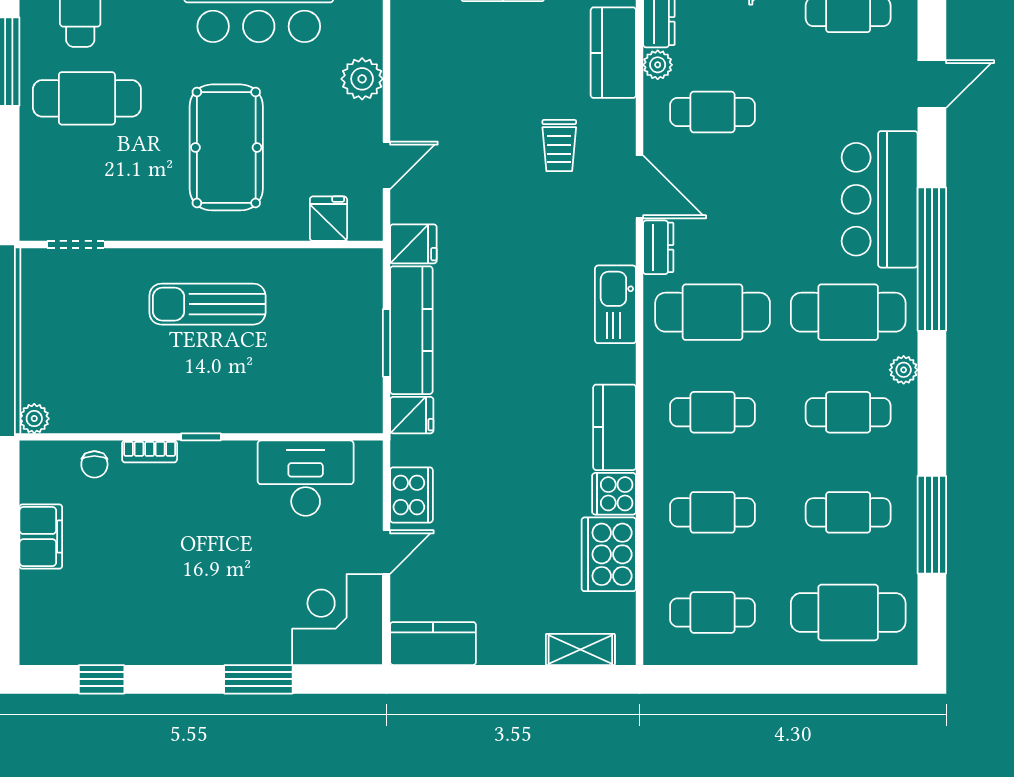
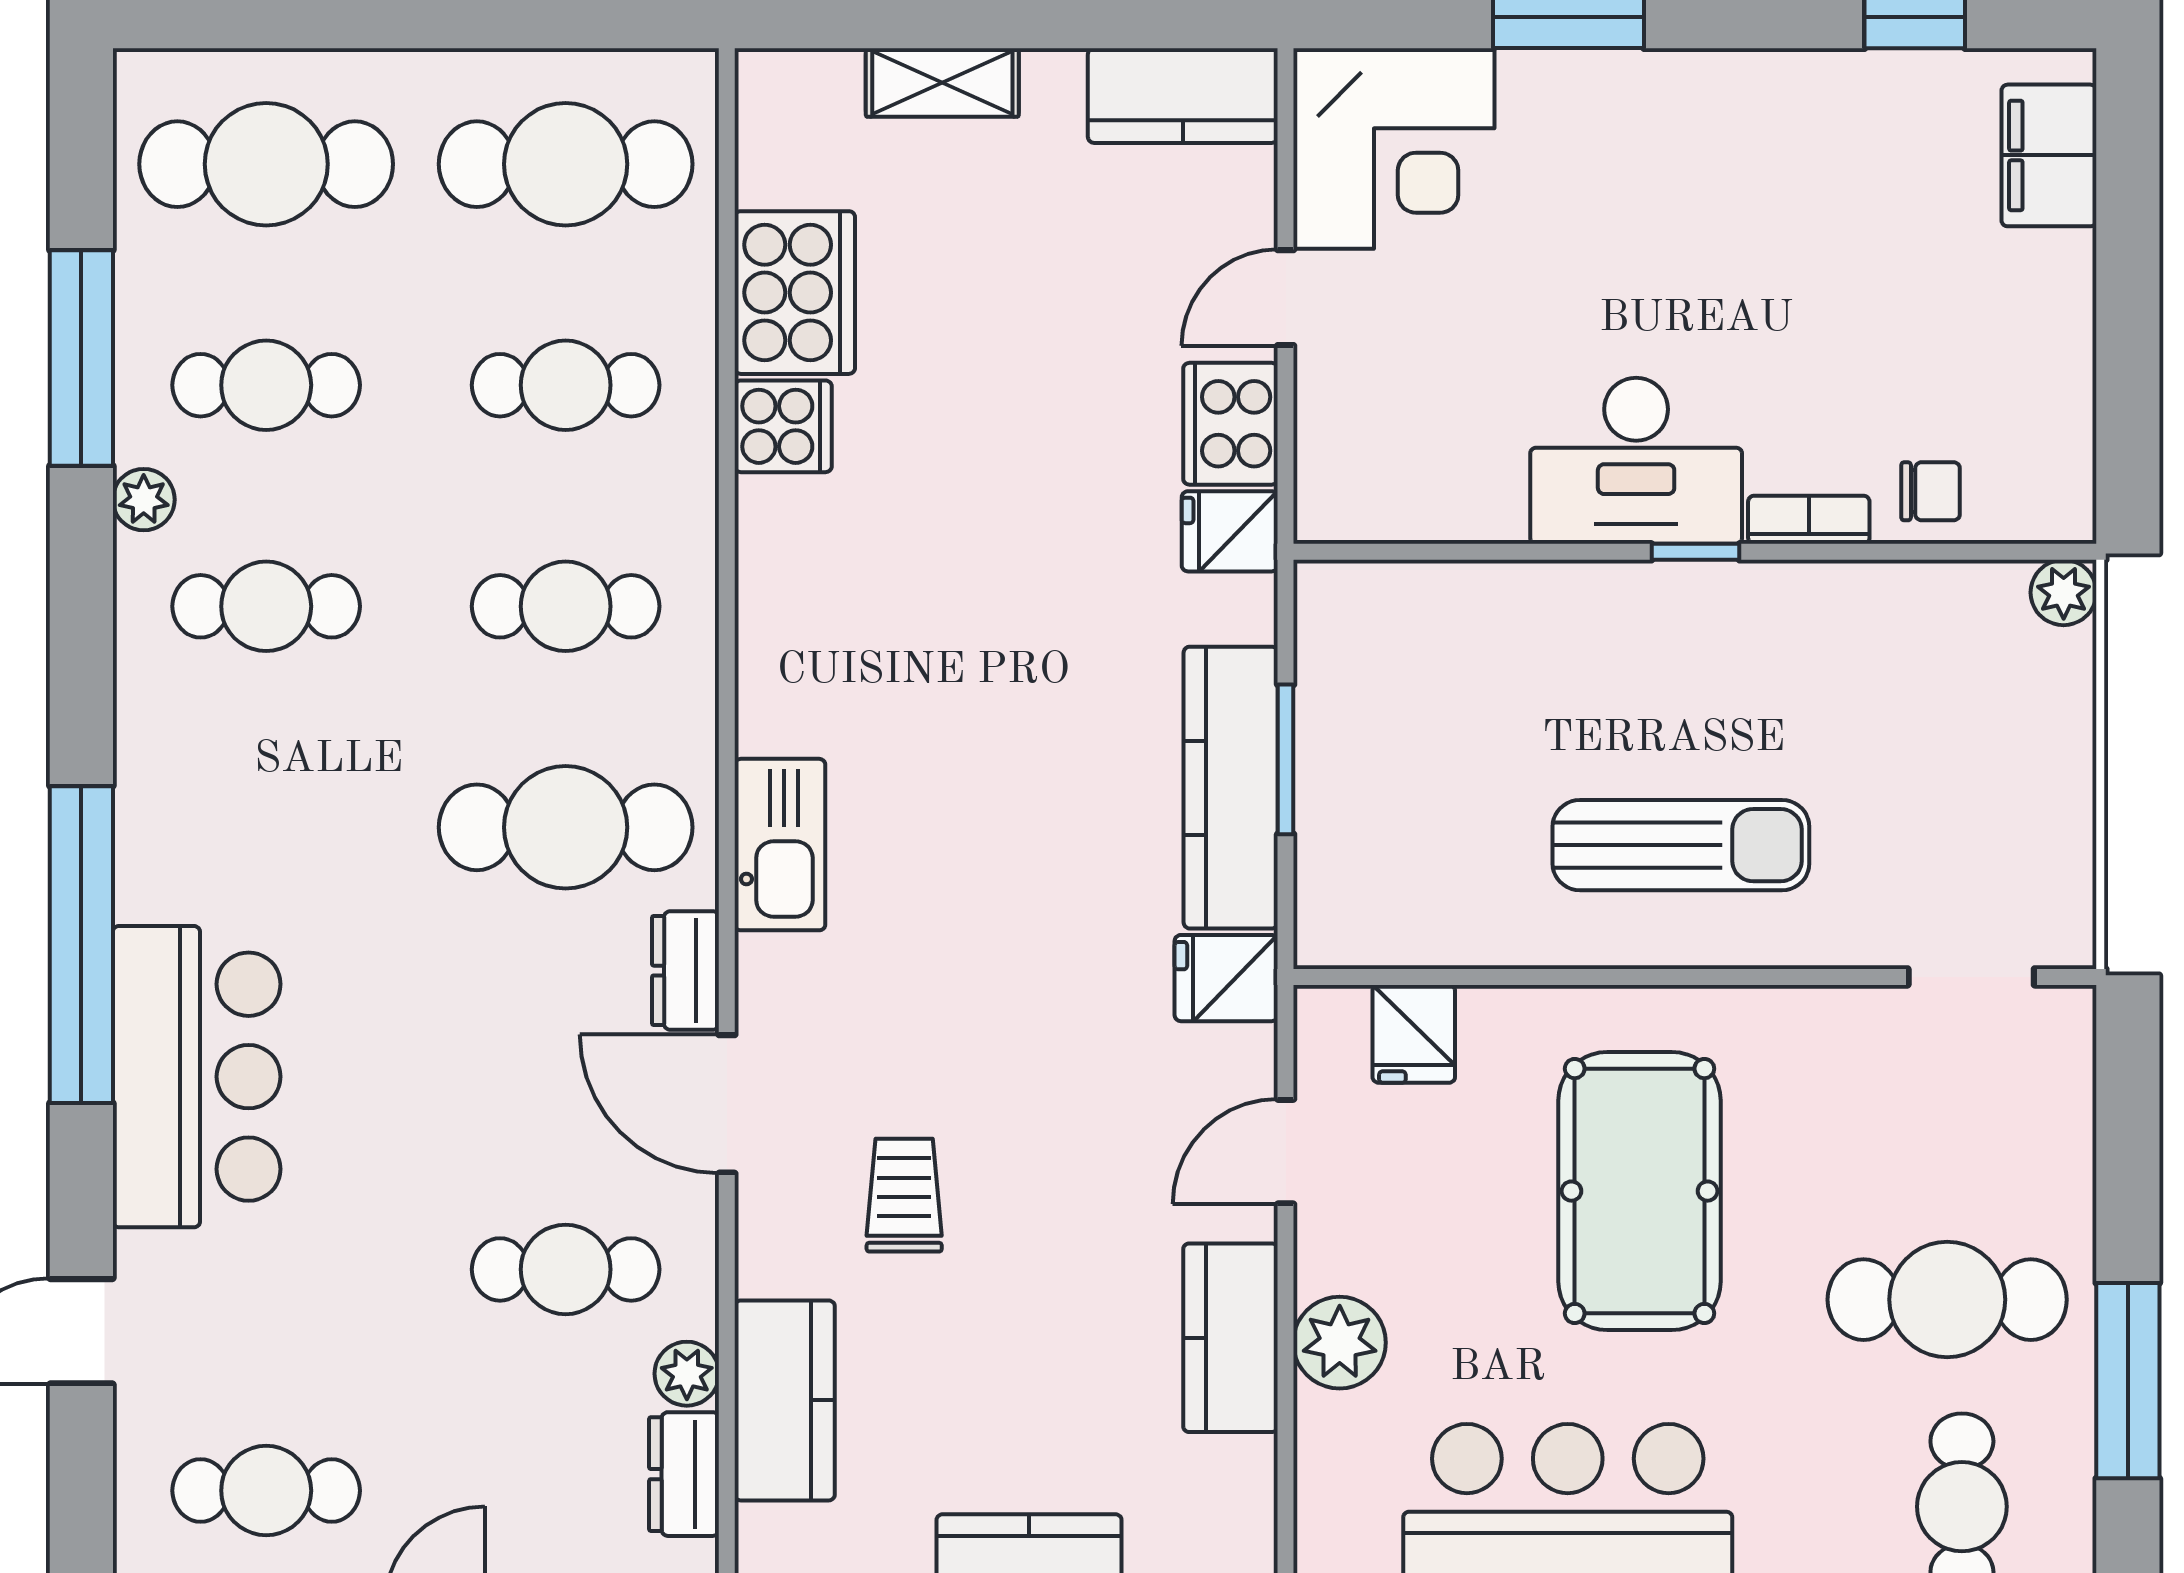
cafe table: (848, 312) -> (266, 827), removed
plant: (904, 370) -> (144, 500), moved
fridge: (412, 415) -> (1230, 531), moved
kitchen counter: (615, 427) -> (1230, 1338), moved, turned 180
chair: (94, 464) -> (1931, 491), turned 90
desk: (306, 478) -> (1636, 461), moved
filing cabinet: (41, 537) -> (2049, 155), moved
cafe table: (713, 612) -> (566, 164), width x1.37, depth x1.35
shelving: (580, 649) -> (942, 83), moved

